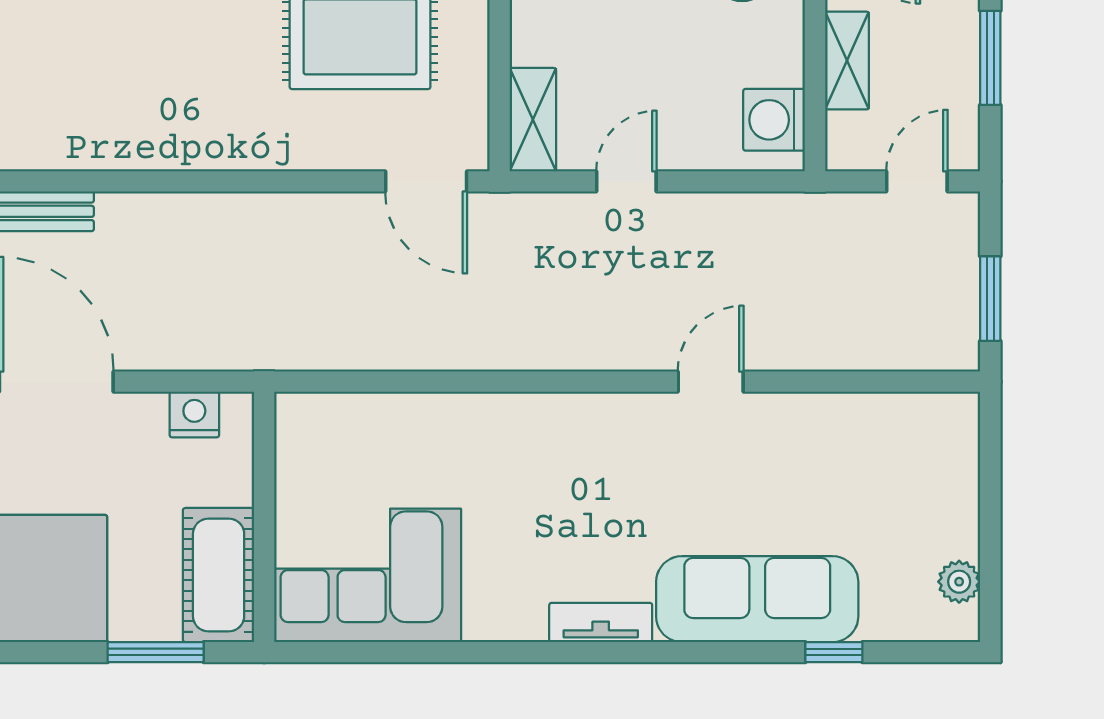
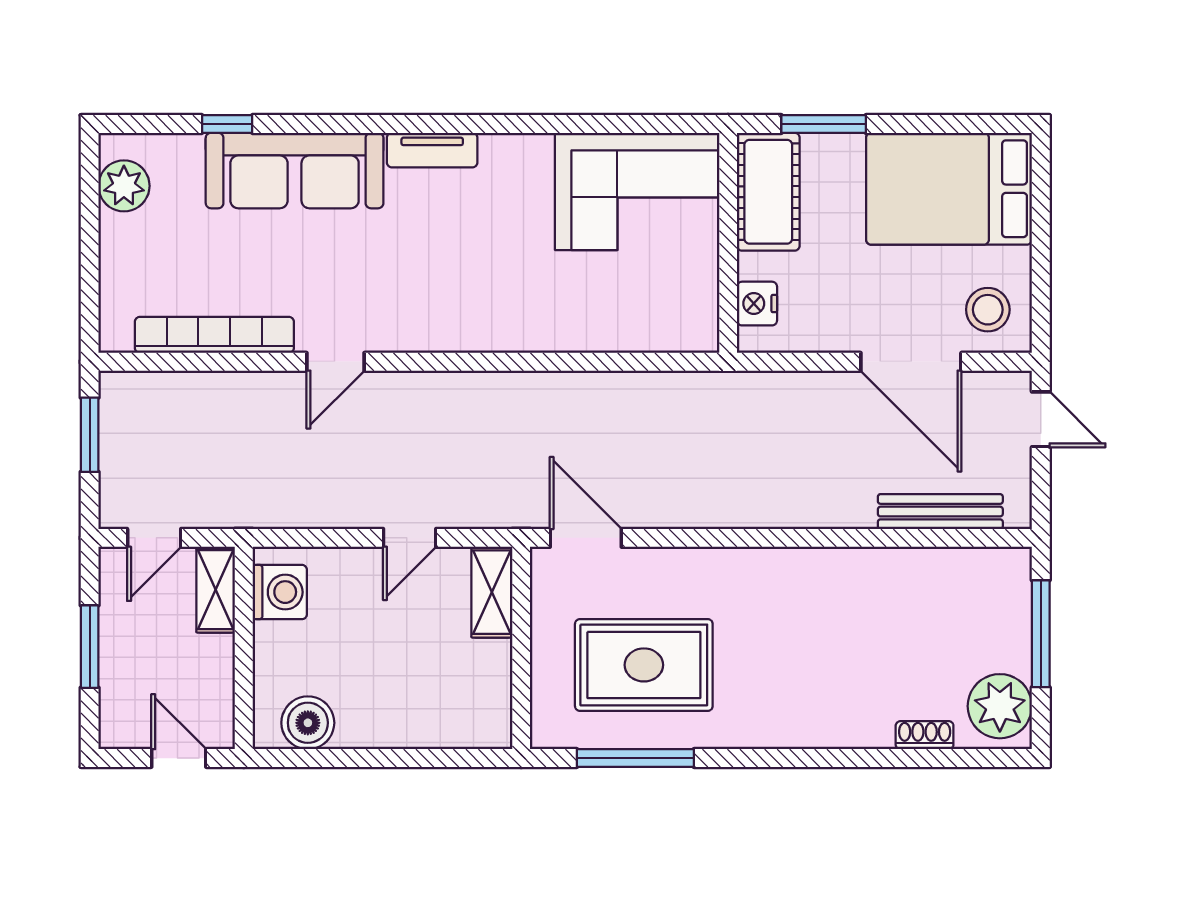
shelving: (847, 61) -> (216, 590), moved
bookcase: (848, 412) -> (214, 335), added
nightstand: (194, 415) -> (757, 304), moved, turned 90
plant: (959, 582) -> (124, 186), width x1.38, depth x1.38

